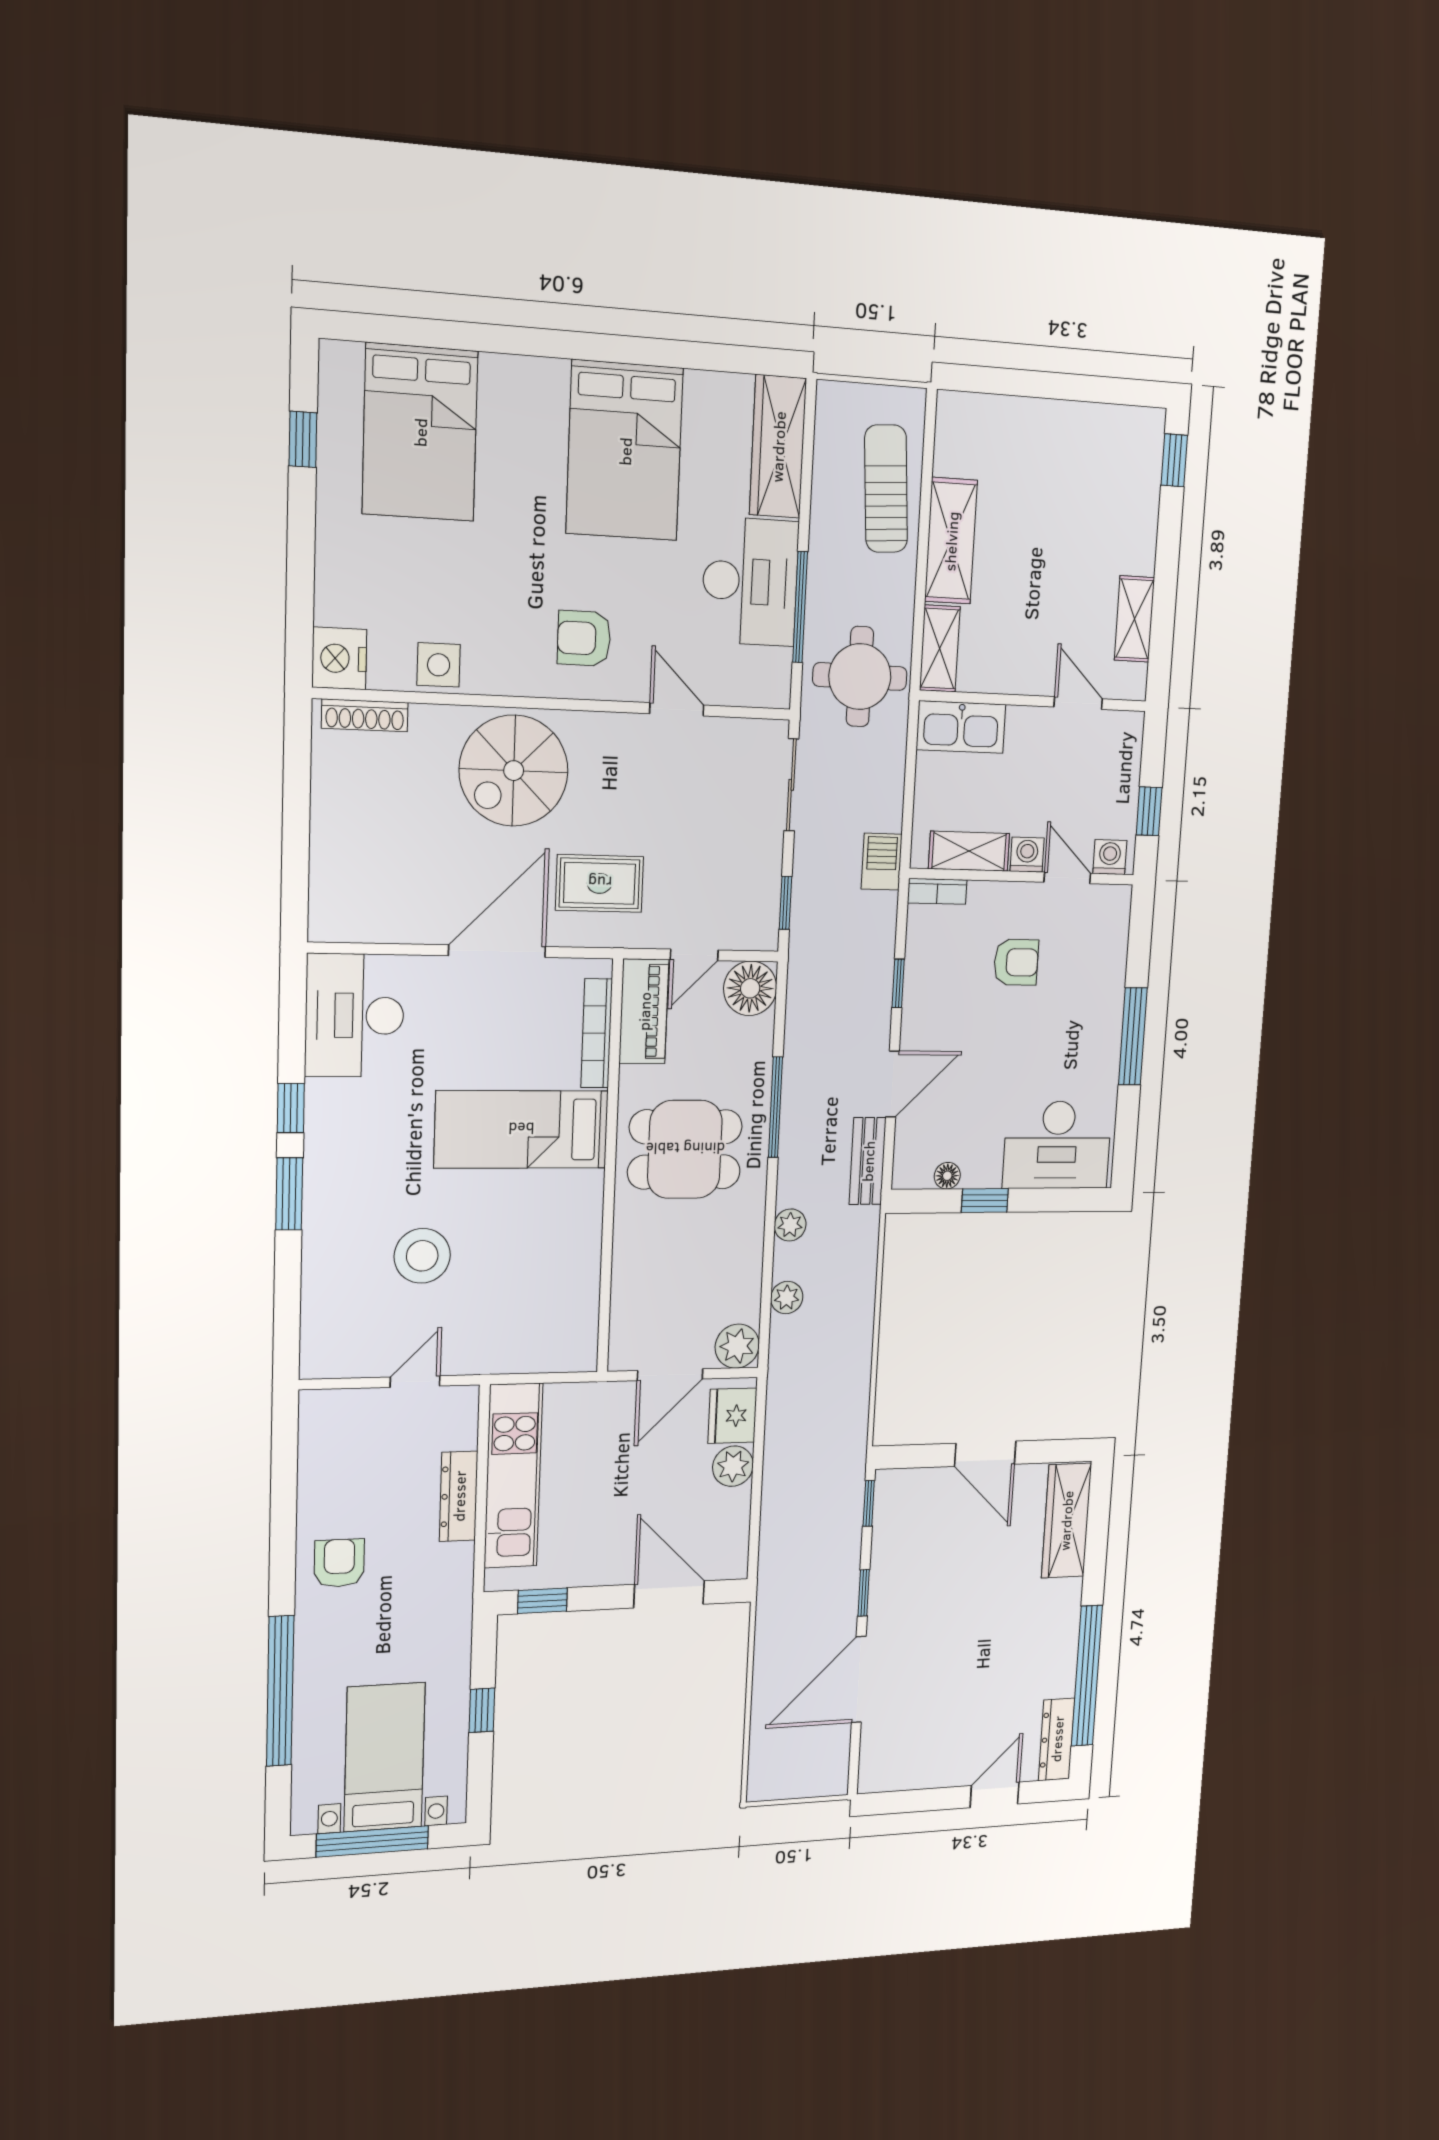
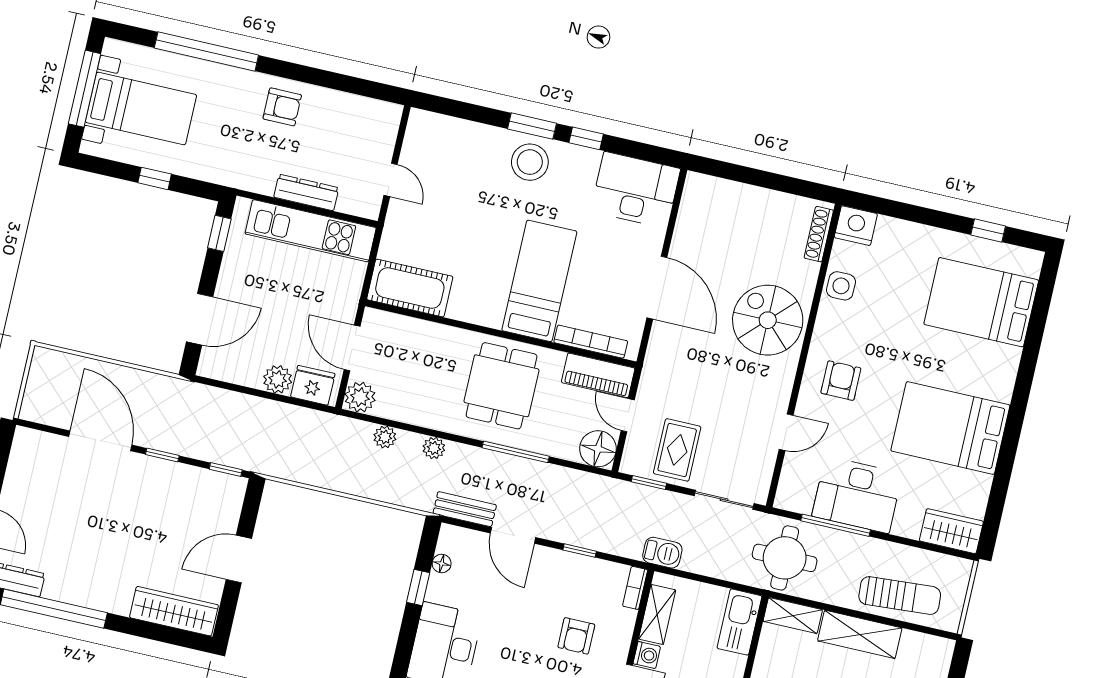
wardrobe: (778, 447) -> (951, 531), width x0.67
rug: (600, 883) -> (677, 450), moved
stool: (422, 1256) -> (530, 162), moved
cot: (569, 1315) -> (410, 288), added

